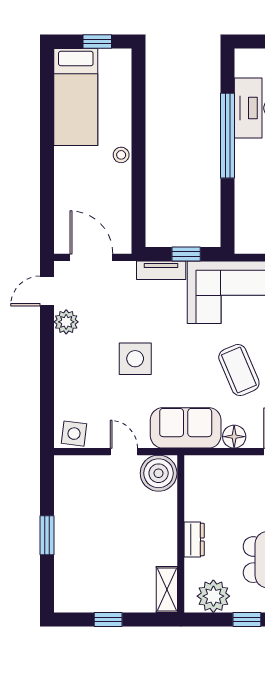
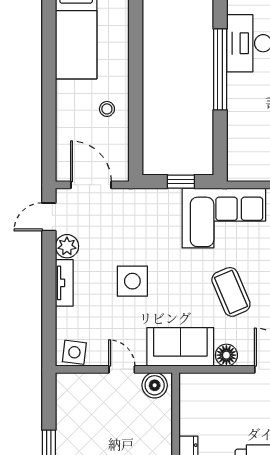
stool: (121, 155) -> (107, 109), moved
tv unit: (161, 270) -> (64, 283), moved, turned -90
boiler: (159, 473) -> (155, 385), width x0.73, depth x0.73

